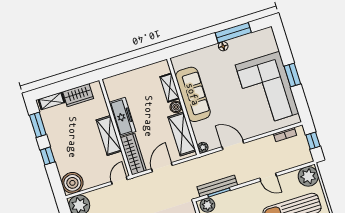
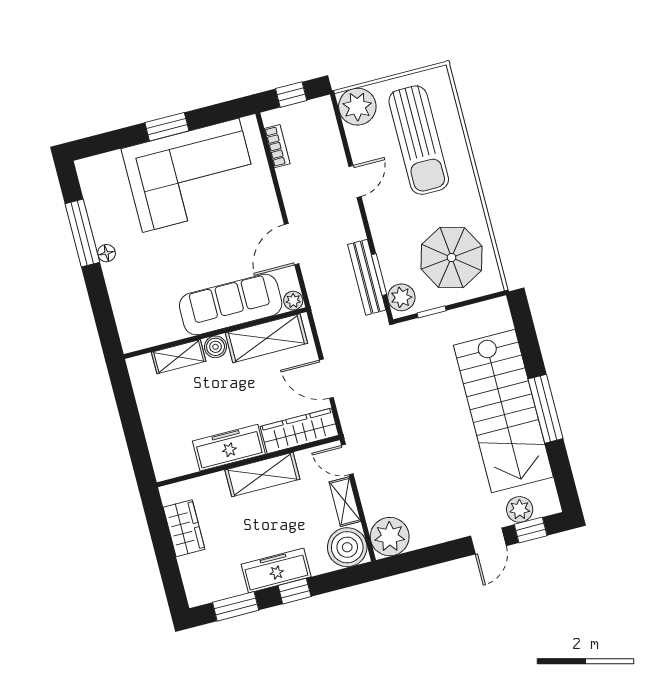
sofa: (193, 94) -> (231, 305), moved
shelving: (51, 101) -> (345, 502), moved
freezer: (58, 145) -> (276, 570), added

